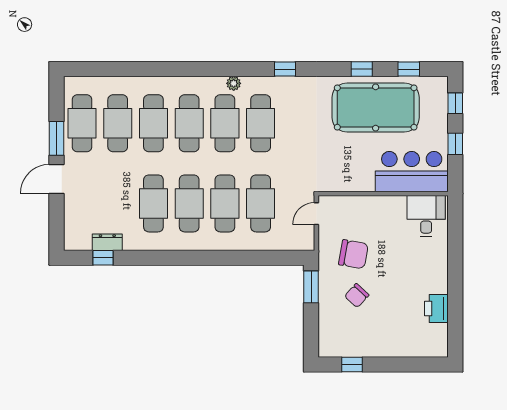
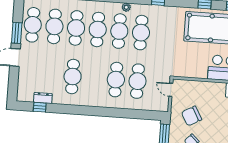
cafe table: (189, 203) -> (94, 78), removed
door: (316, 214) -> (171, 90), hinge flipped
chair: (353, 254) -> (191, 116), turned 141

